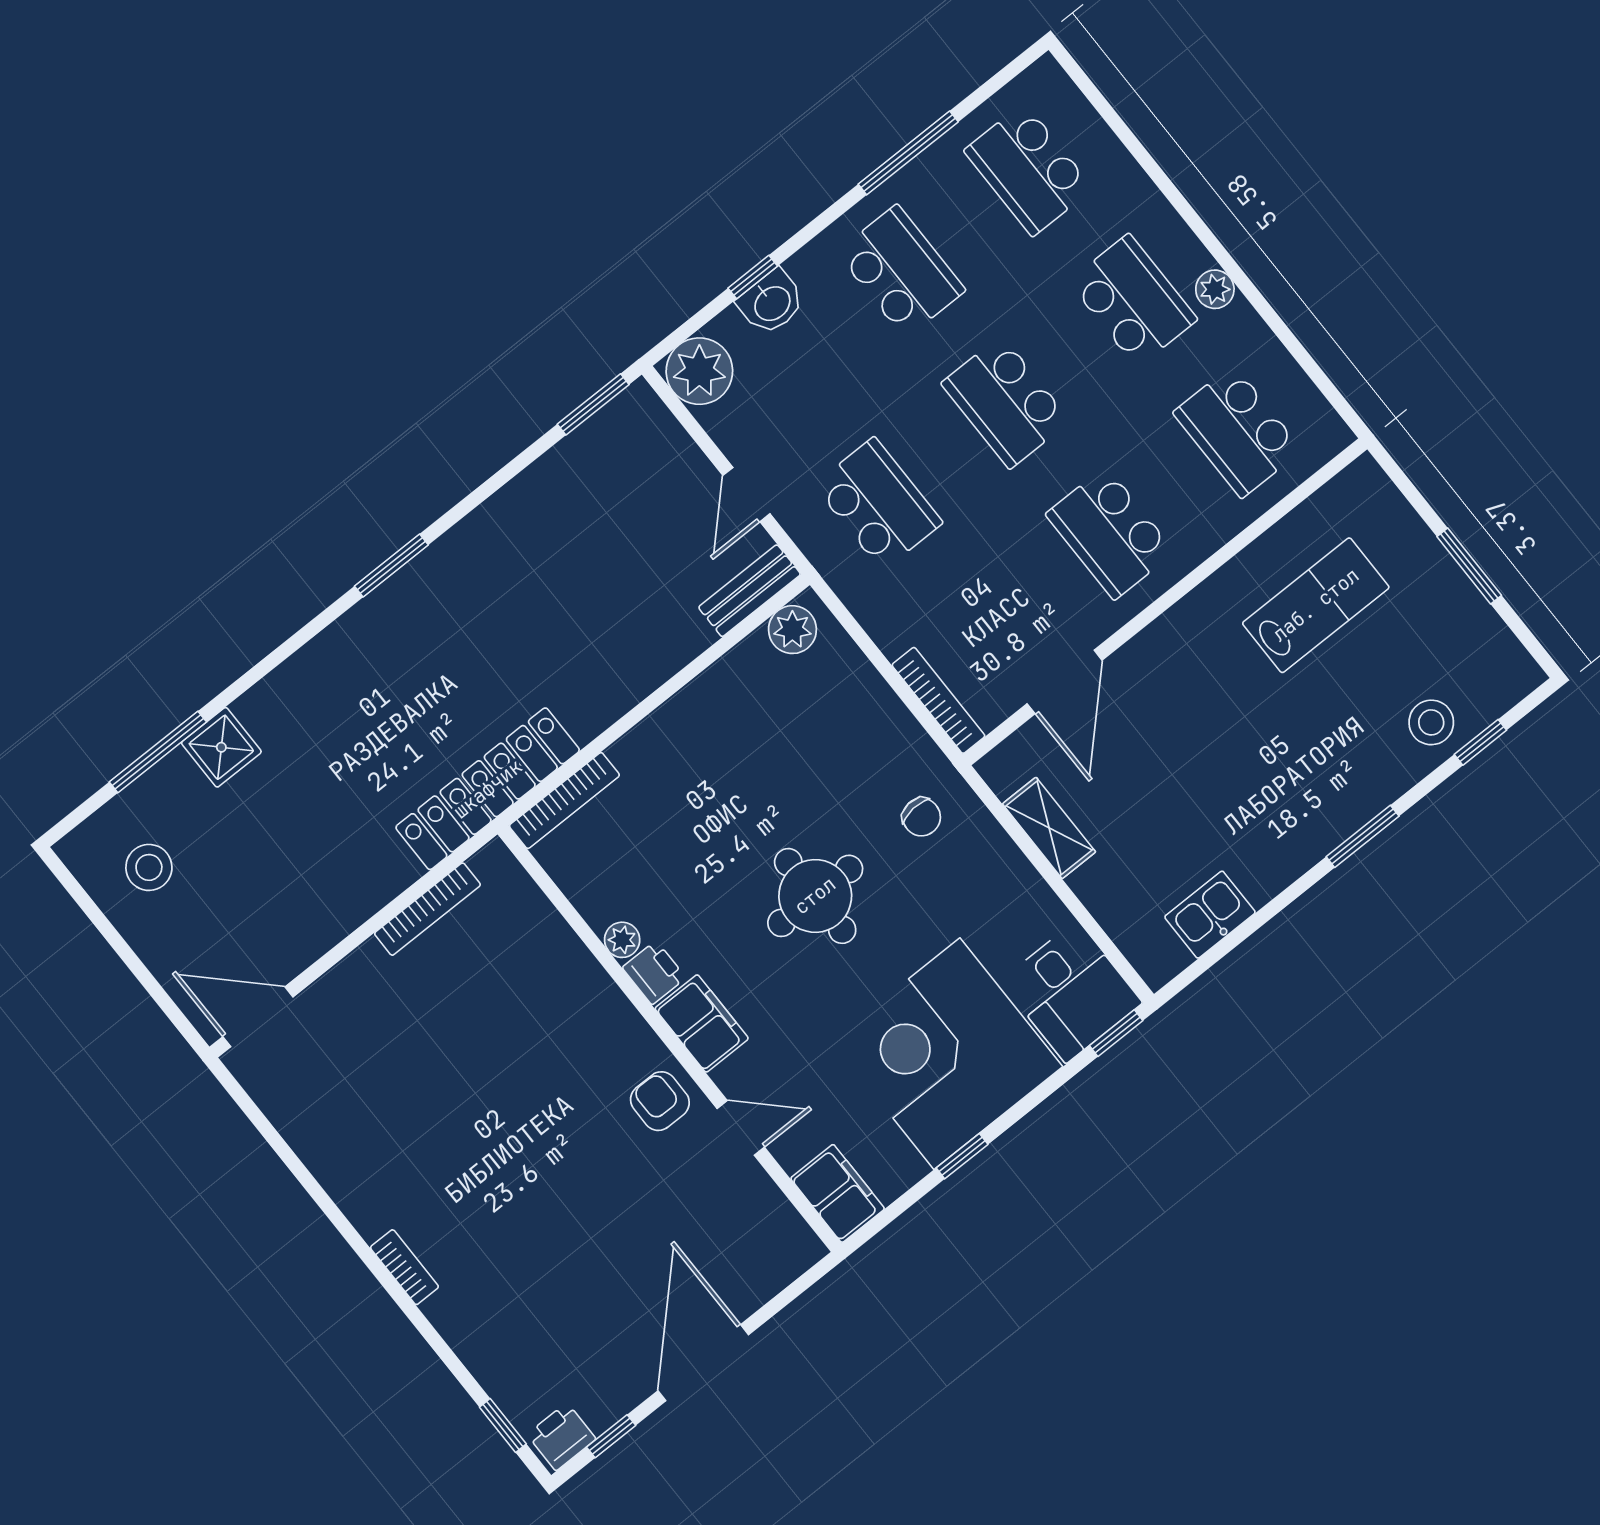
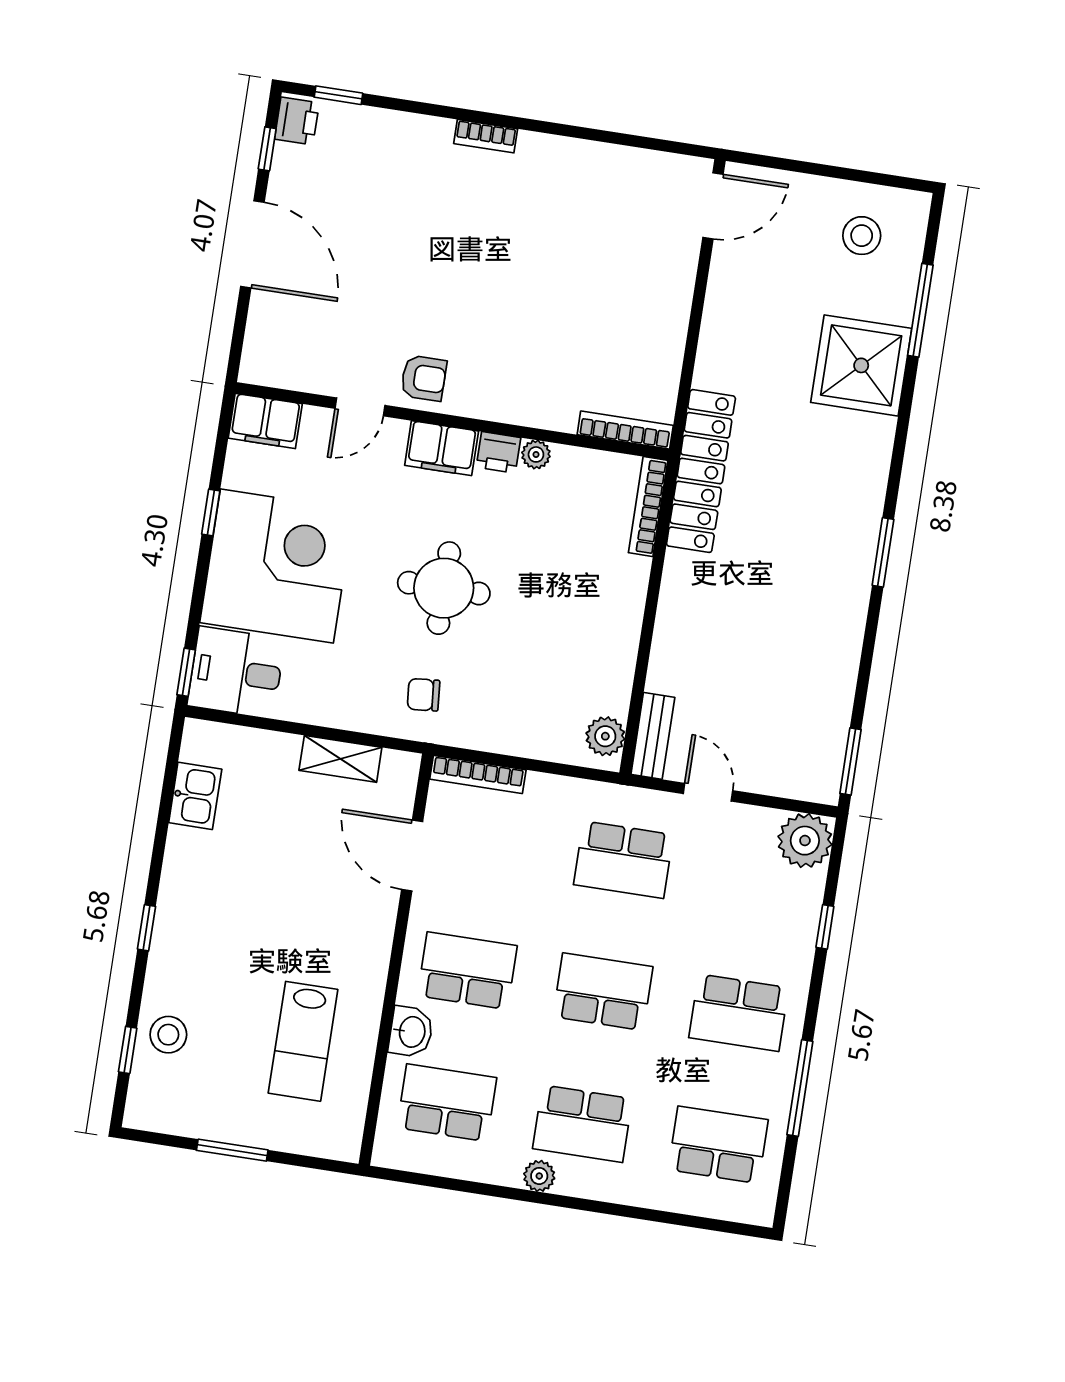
washbasin: (772, 302) -> (411, 1032), moved, turned 180
shower: (221, 747) -> (861, 365), width x1.86, depth x1.86
window: (1363, 836) -> (147, 928), width x0.67
bookcase: (427, 909) -> (625, 430), moved, turned 90

